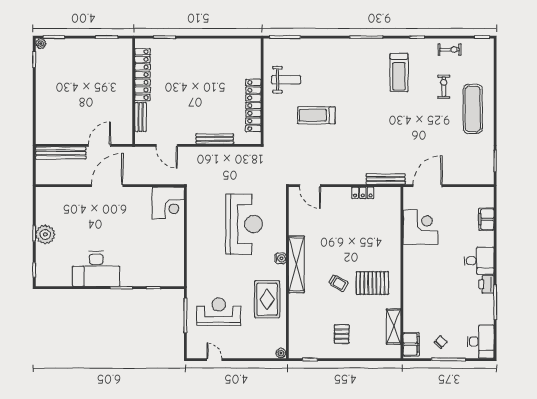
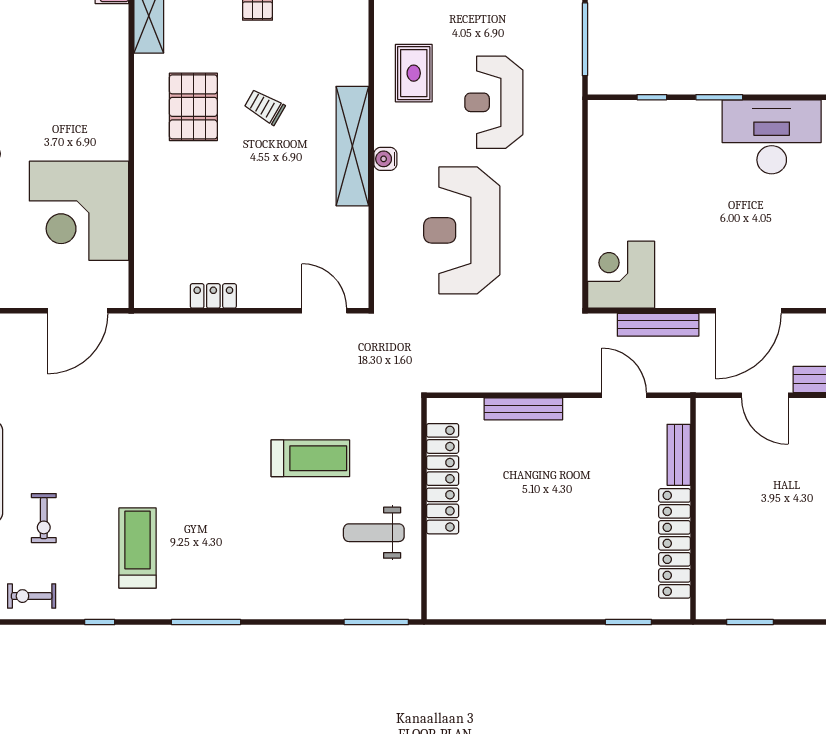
door: (99, 145) -> (765, 395), hinge flipped
bench: (386, 179) -> (658, 325), moved
corner desk: (421, 227) -> (79, 211), width x1.36, depth x1.36
pallet: (372, 283) -> (193, 107), turned 90
rug: (267, 299) -> (414, 73), width x0.73, depth x0.70
reception desk: (219, 312) -> (494, 102), moved, turned 90

